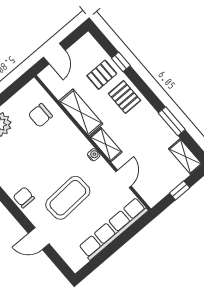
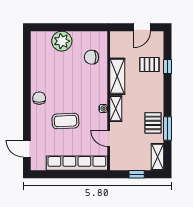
door: (54, 54) -> (142, 27), moved
pallet: (124, 97) -> (153, 123), moved
door: (123, 179) -> (109, 138), swing flipped
coffee table: (68, 198) -> (65, 121), width x0.73, depth x0.76
door: (39, 239) -> (27, 149), moved

